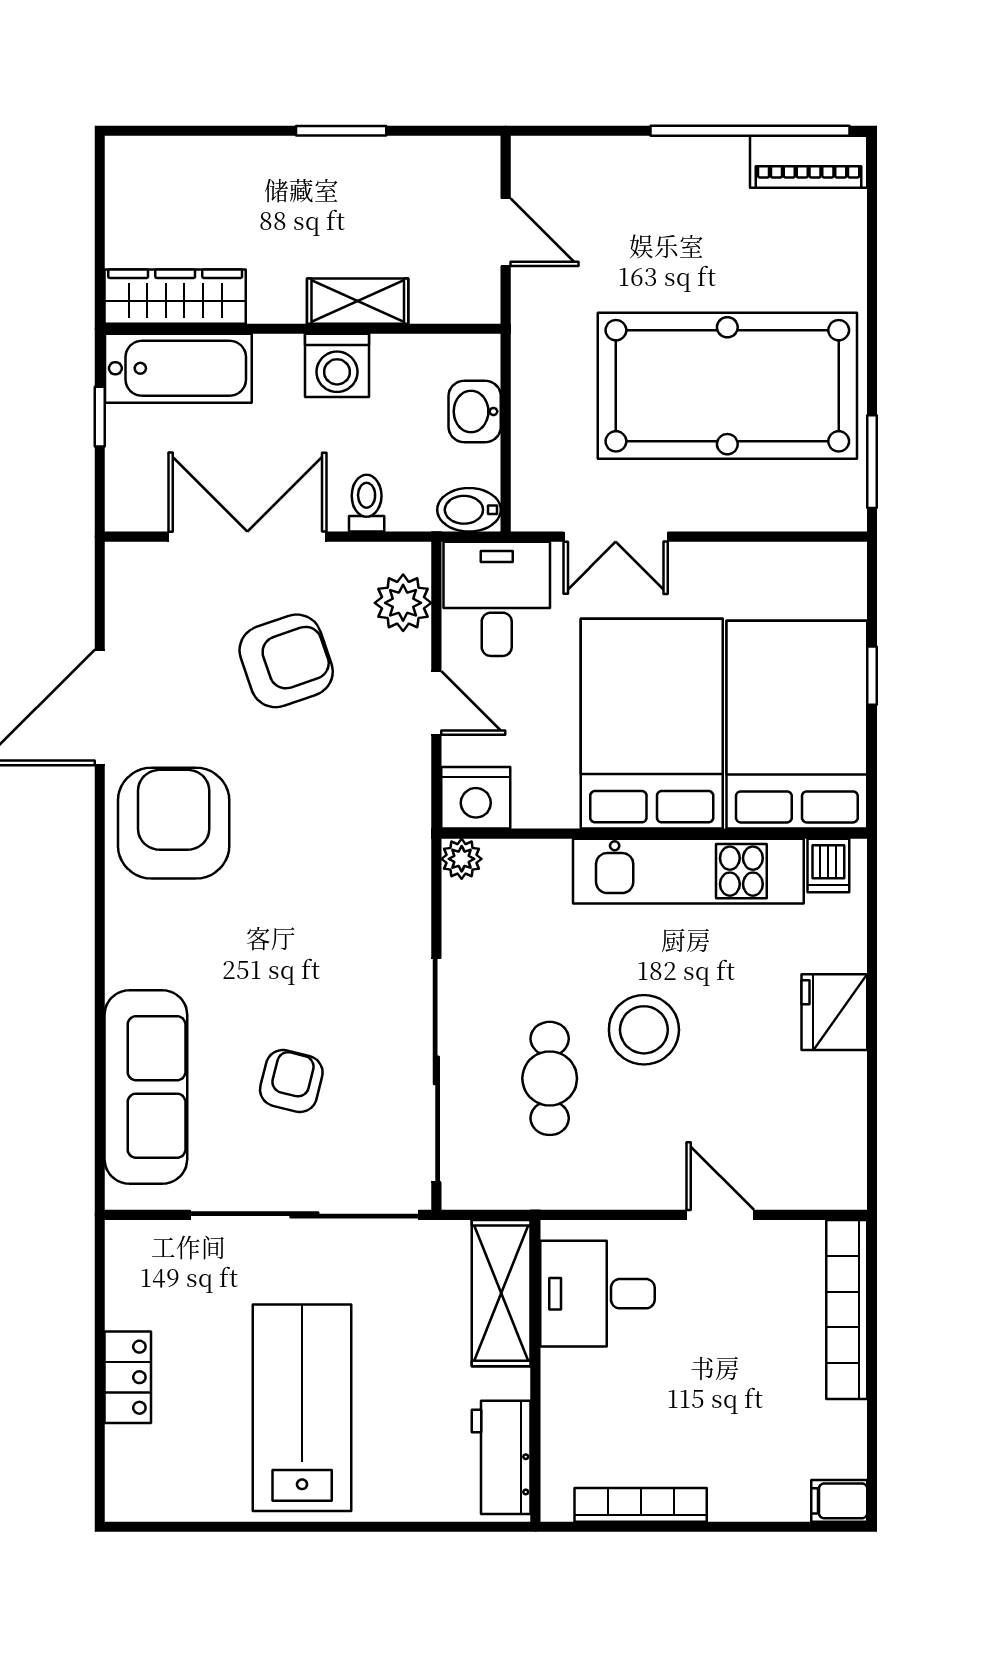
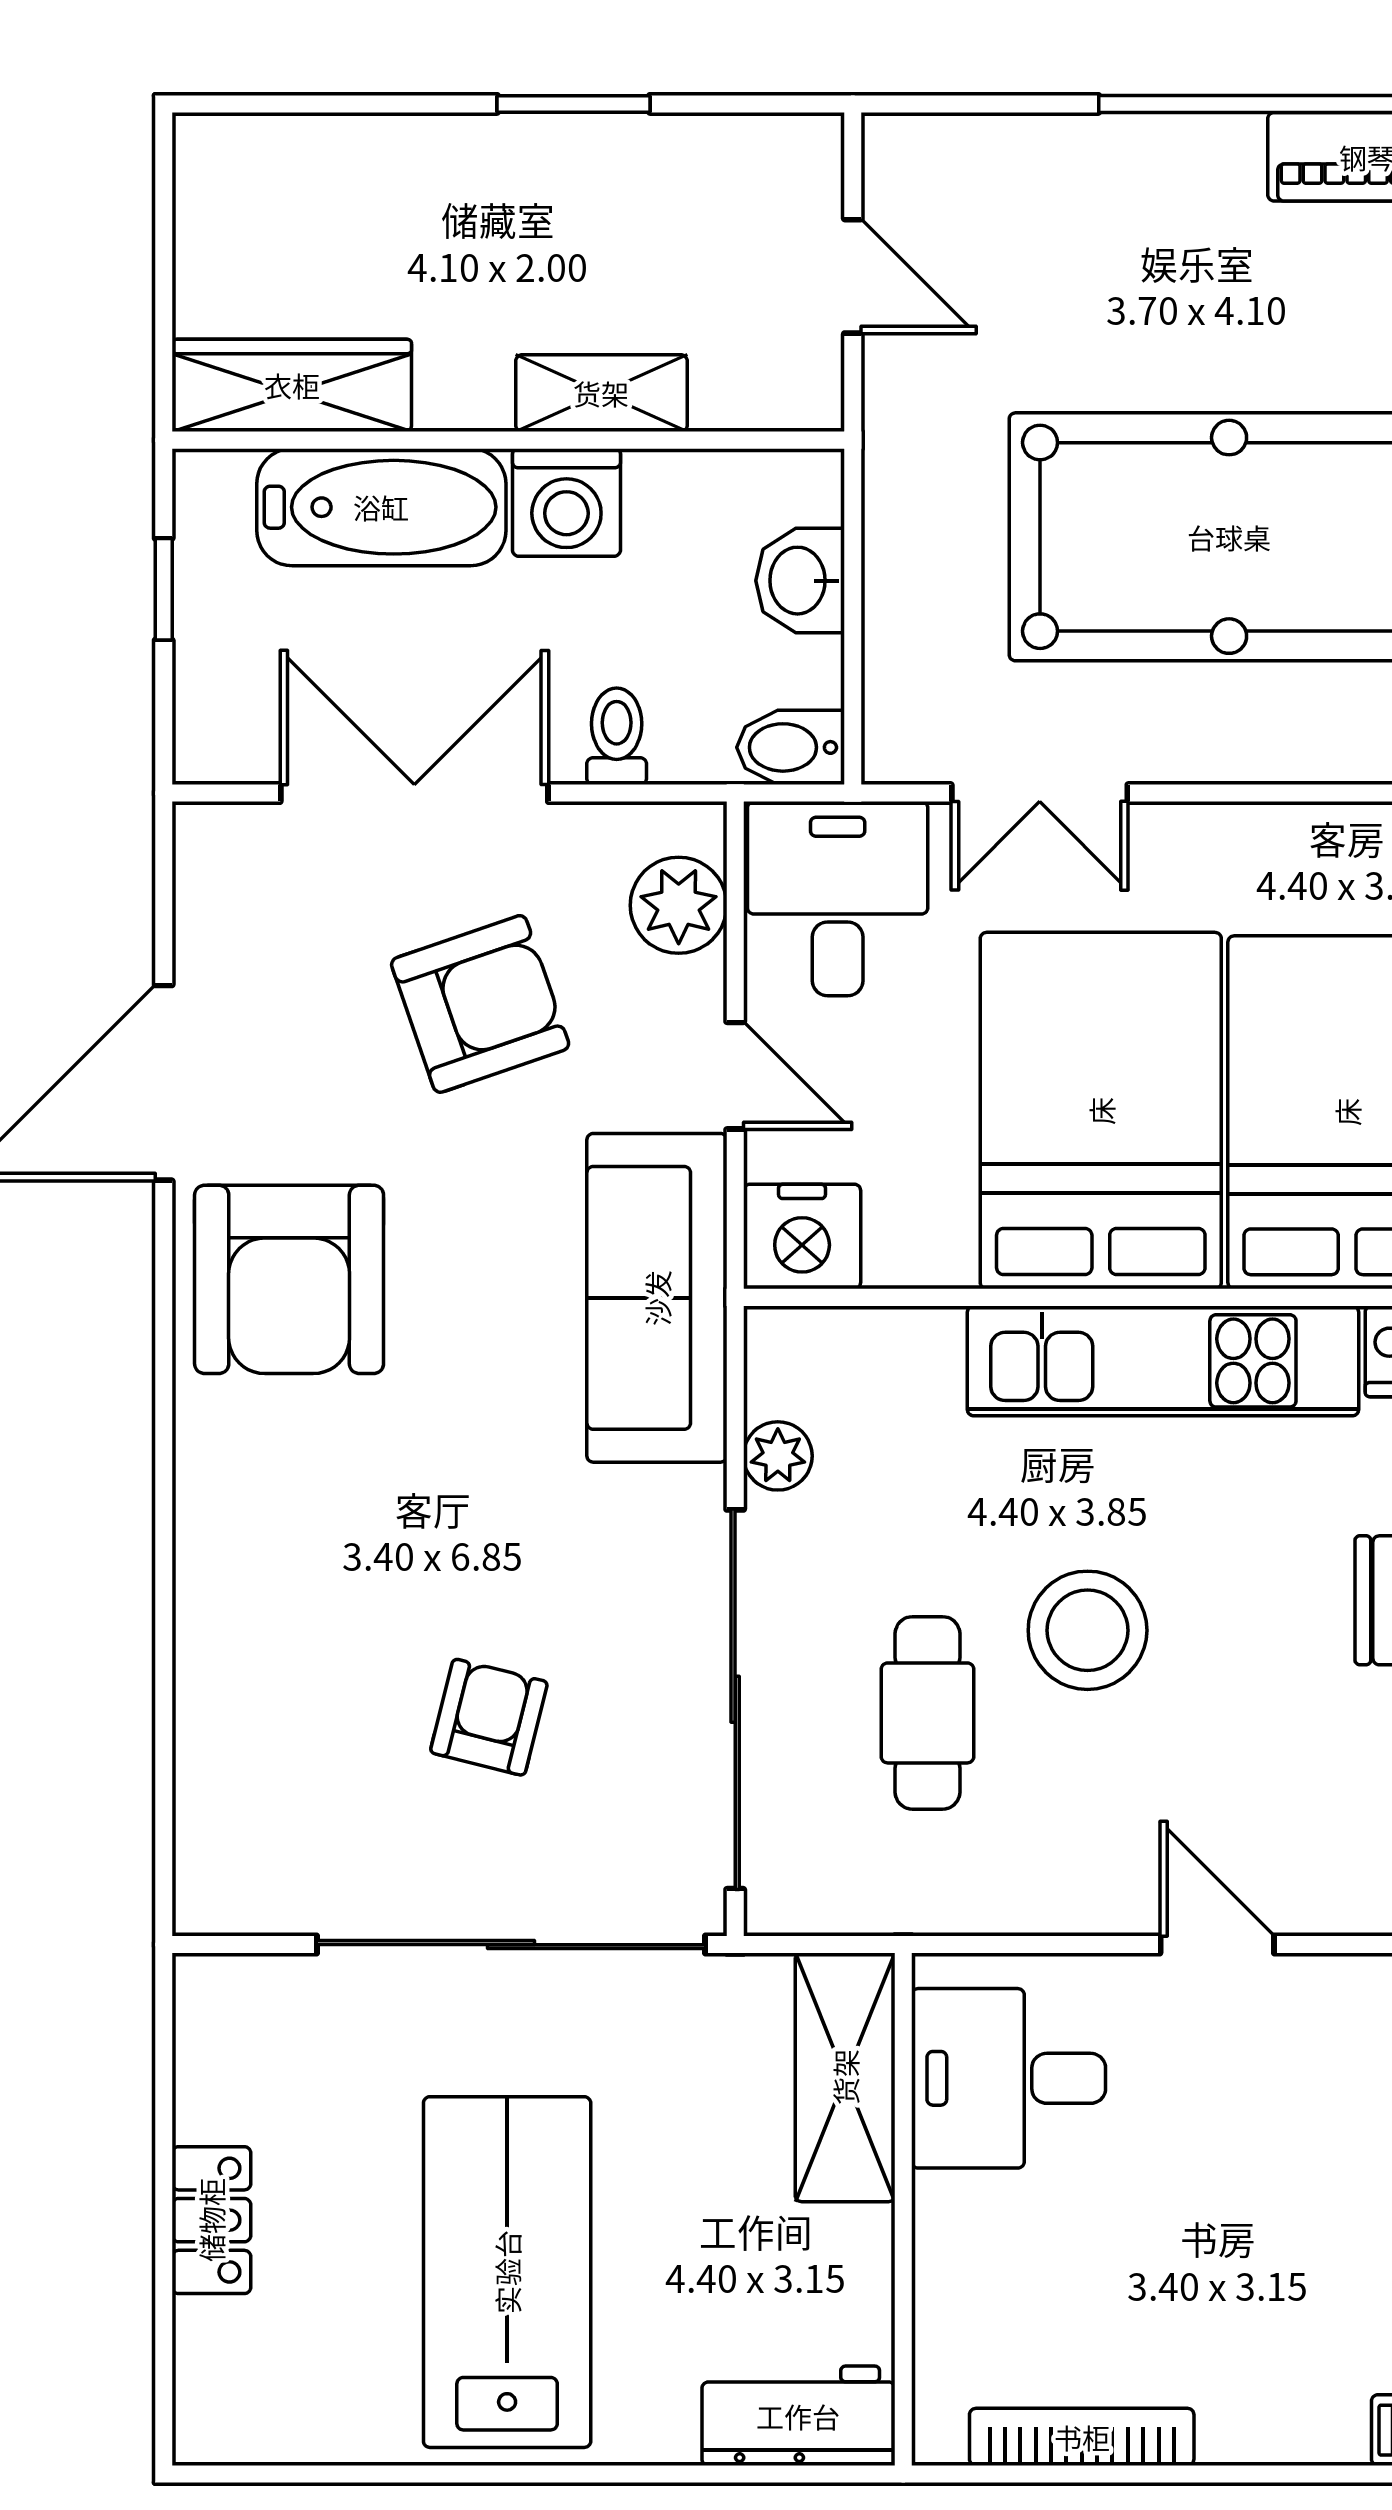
bathtub: (178, 368) -> (381, 507), moved
armchair: (174, 823) -> (289, 1279), turned 180
plant: (462, 859) -> (778, 1456), moved
sofa: (146, 1087) -> (657, 1298), moved, turned 180
workbench: (501, 1457) -> (798, 2416), moved, turned 90

